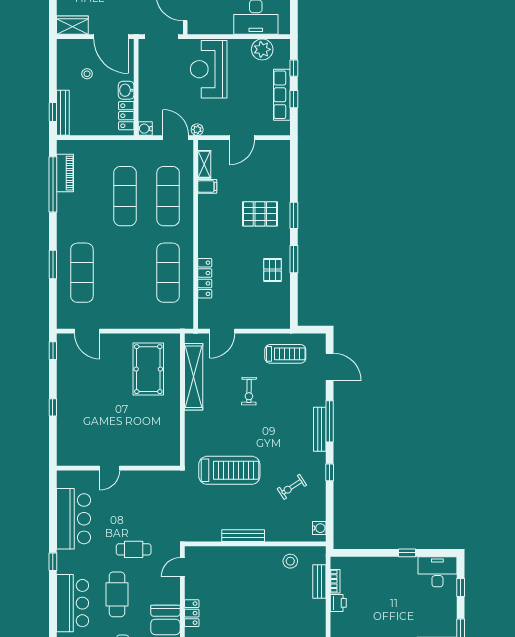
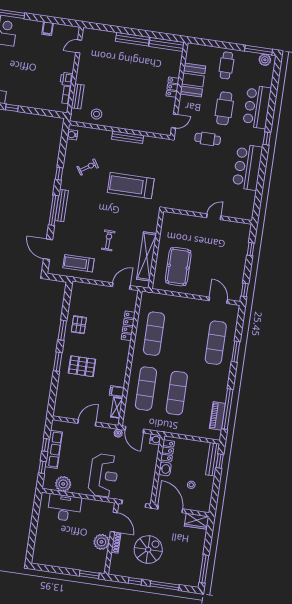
door: (110, 468) -> (214, 217), moved
wall: (118, 468) -> (208, 216), moved

